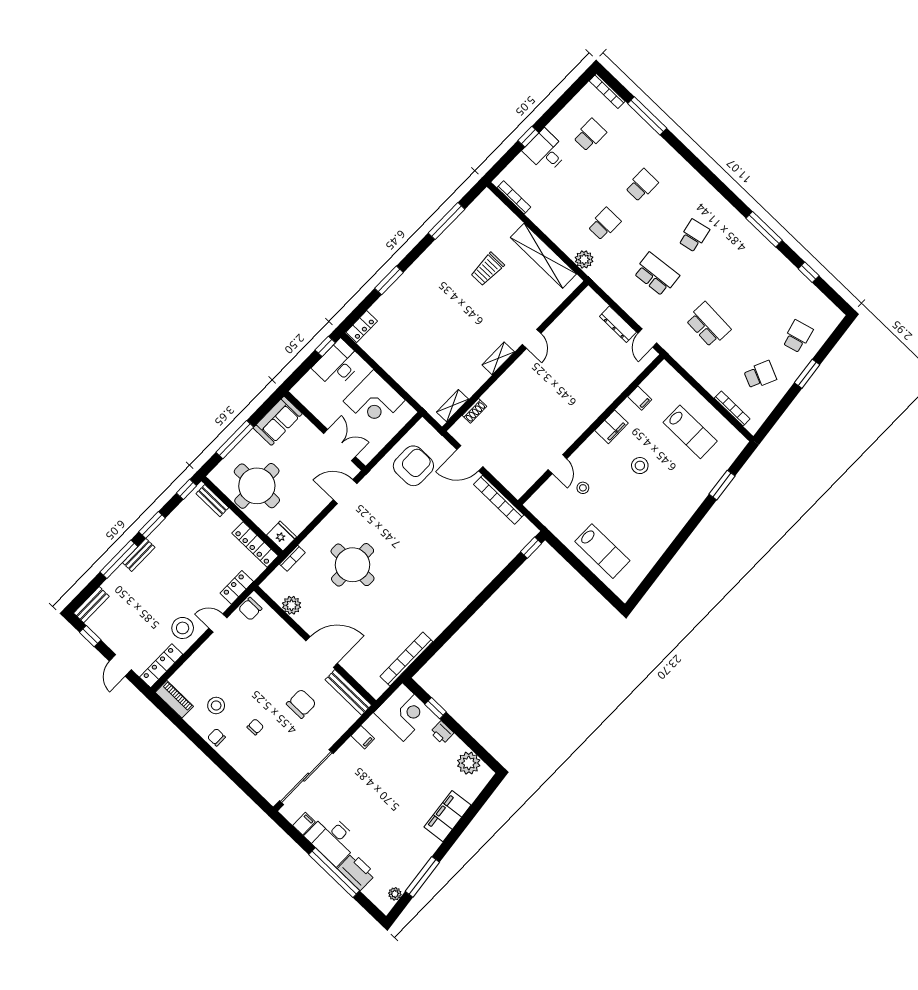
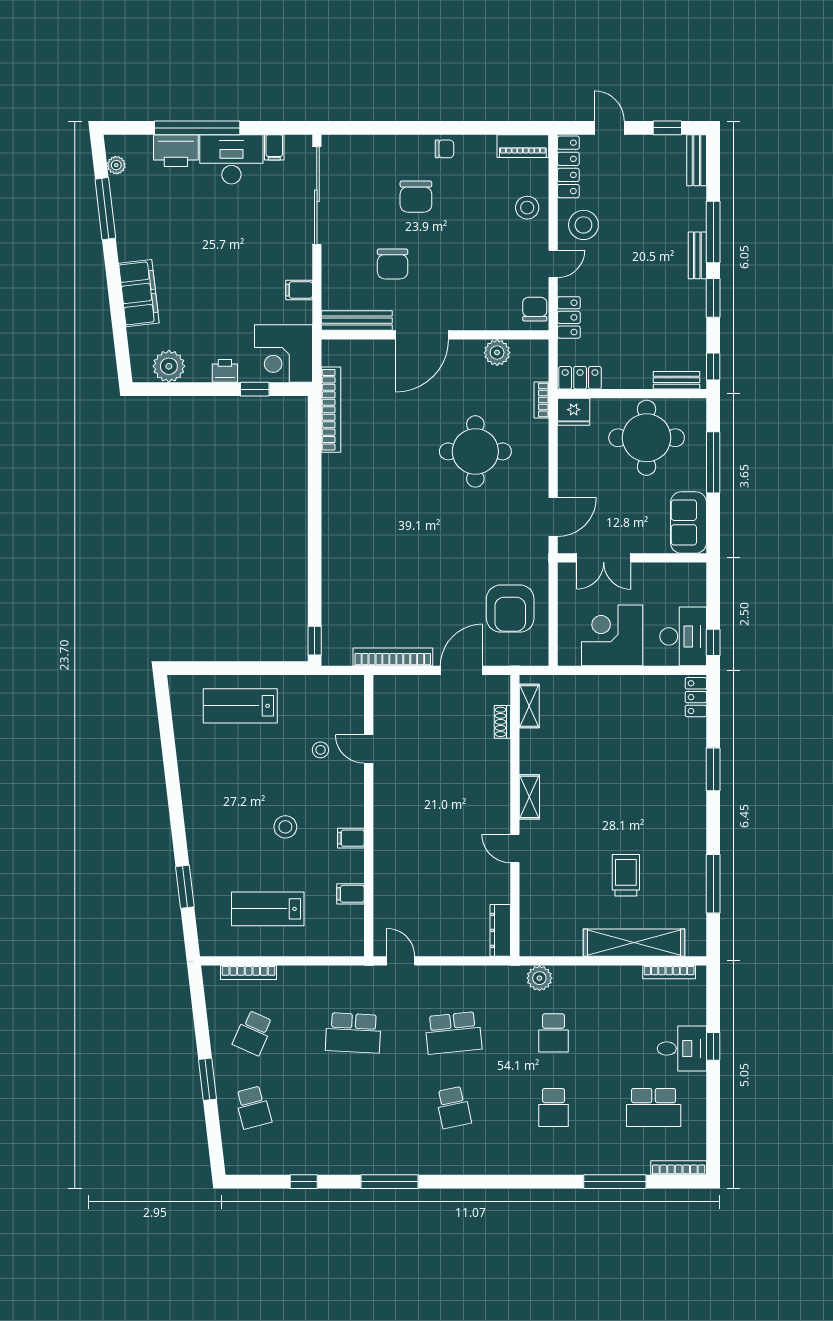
school desk: (590, 135) -> (654, 1107), width x1.85
shelving: (543, 256) -> (634, 943), moved
dresser: (618, 324) -> (500, 930), moved, turned -90
filing cabinet: (612, 427) -> (351, 838), width x0.50
locker: (255, 545) -> (580, 378), width x0.66
stool: (216, 705) -> (527, 208), moved
chair: (255, 727) -> (416, 197), width x1.87, depth x1.87

